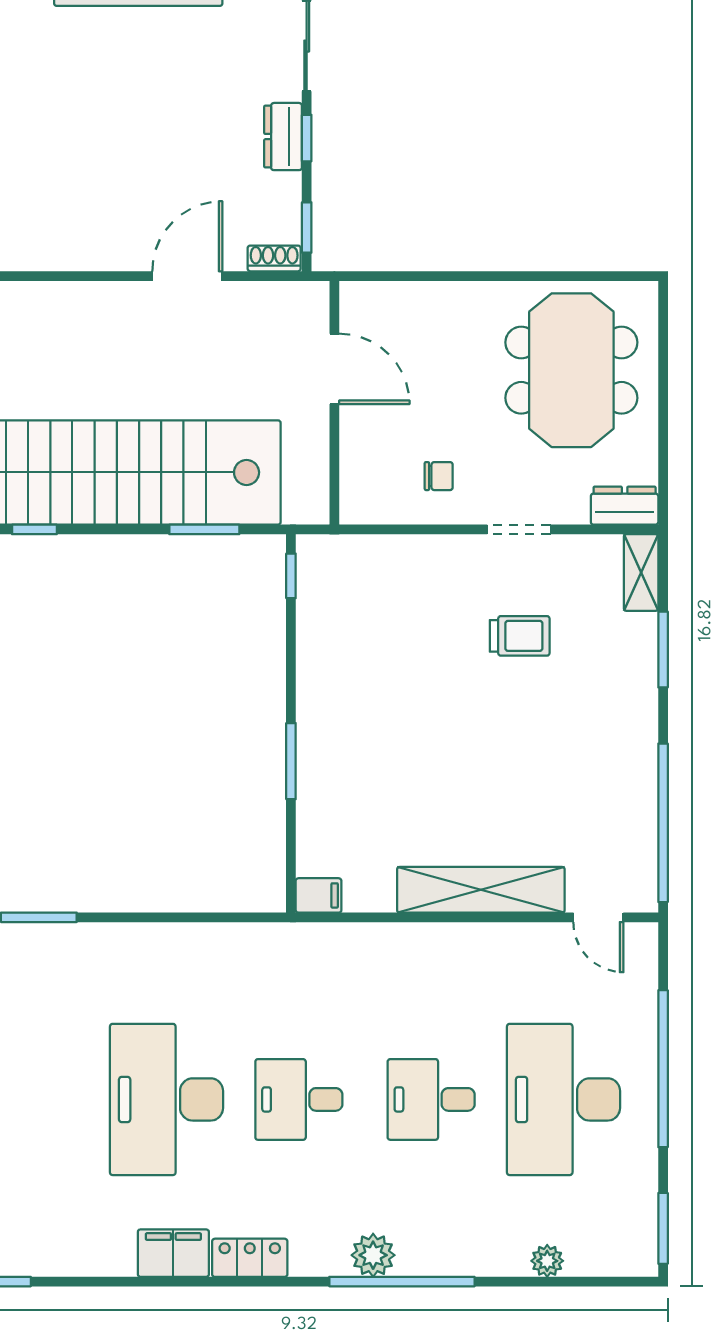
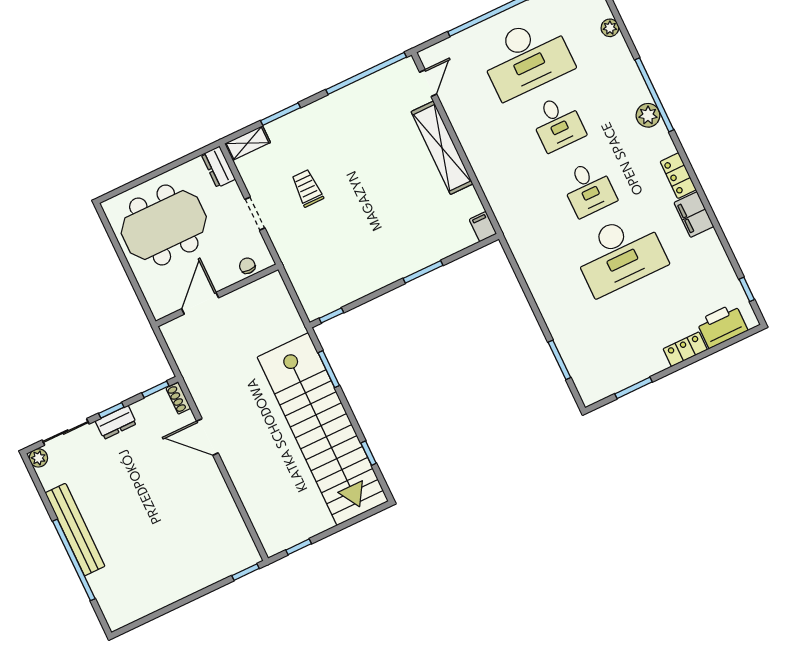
door: (334, 369) -> (200, 303), moved
wall: (334, 403) -> (217, 295), moved

